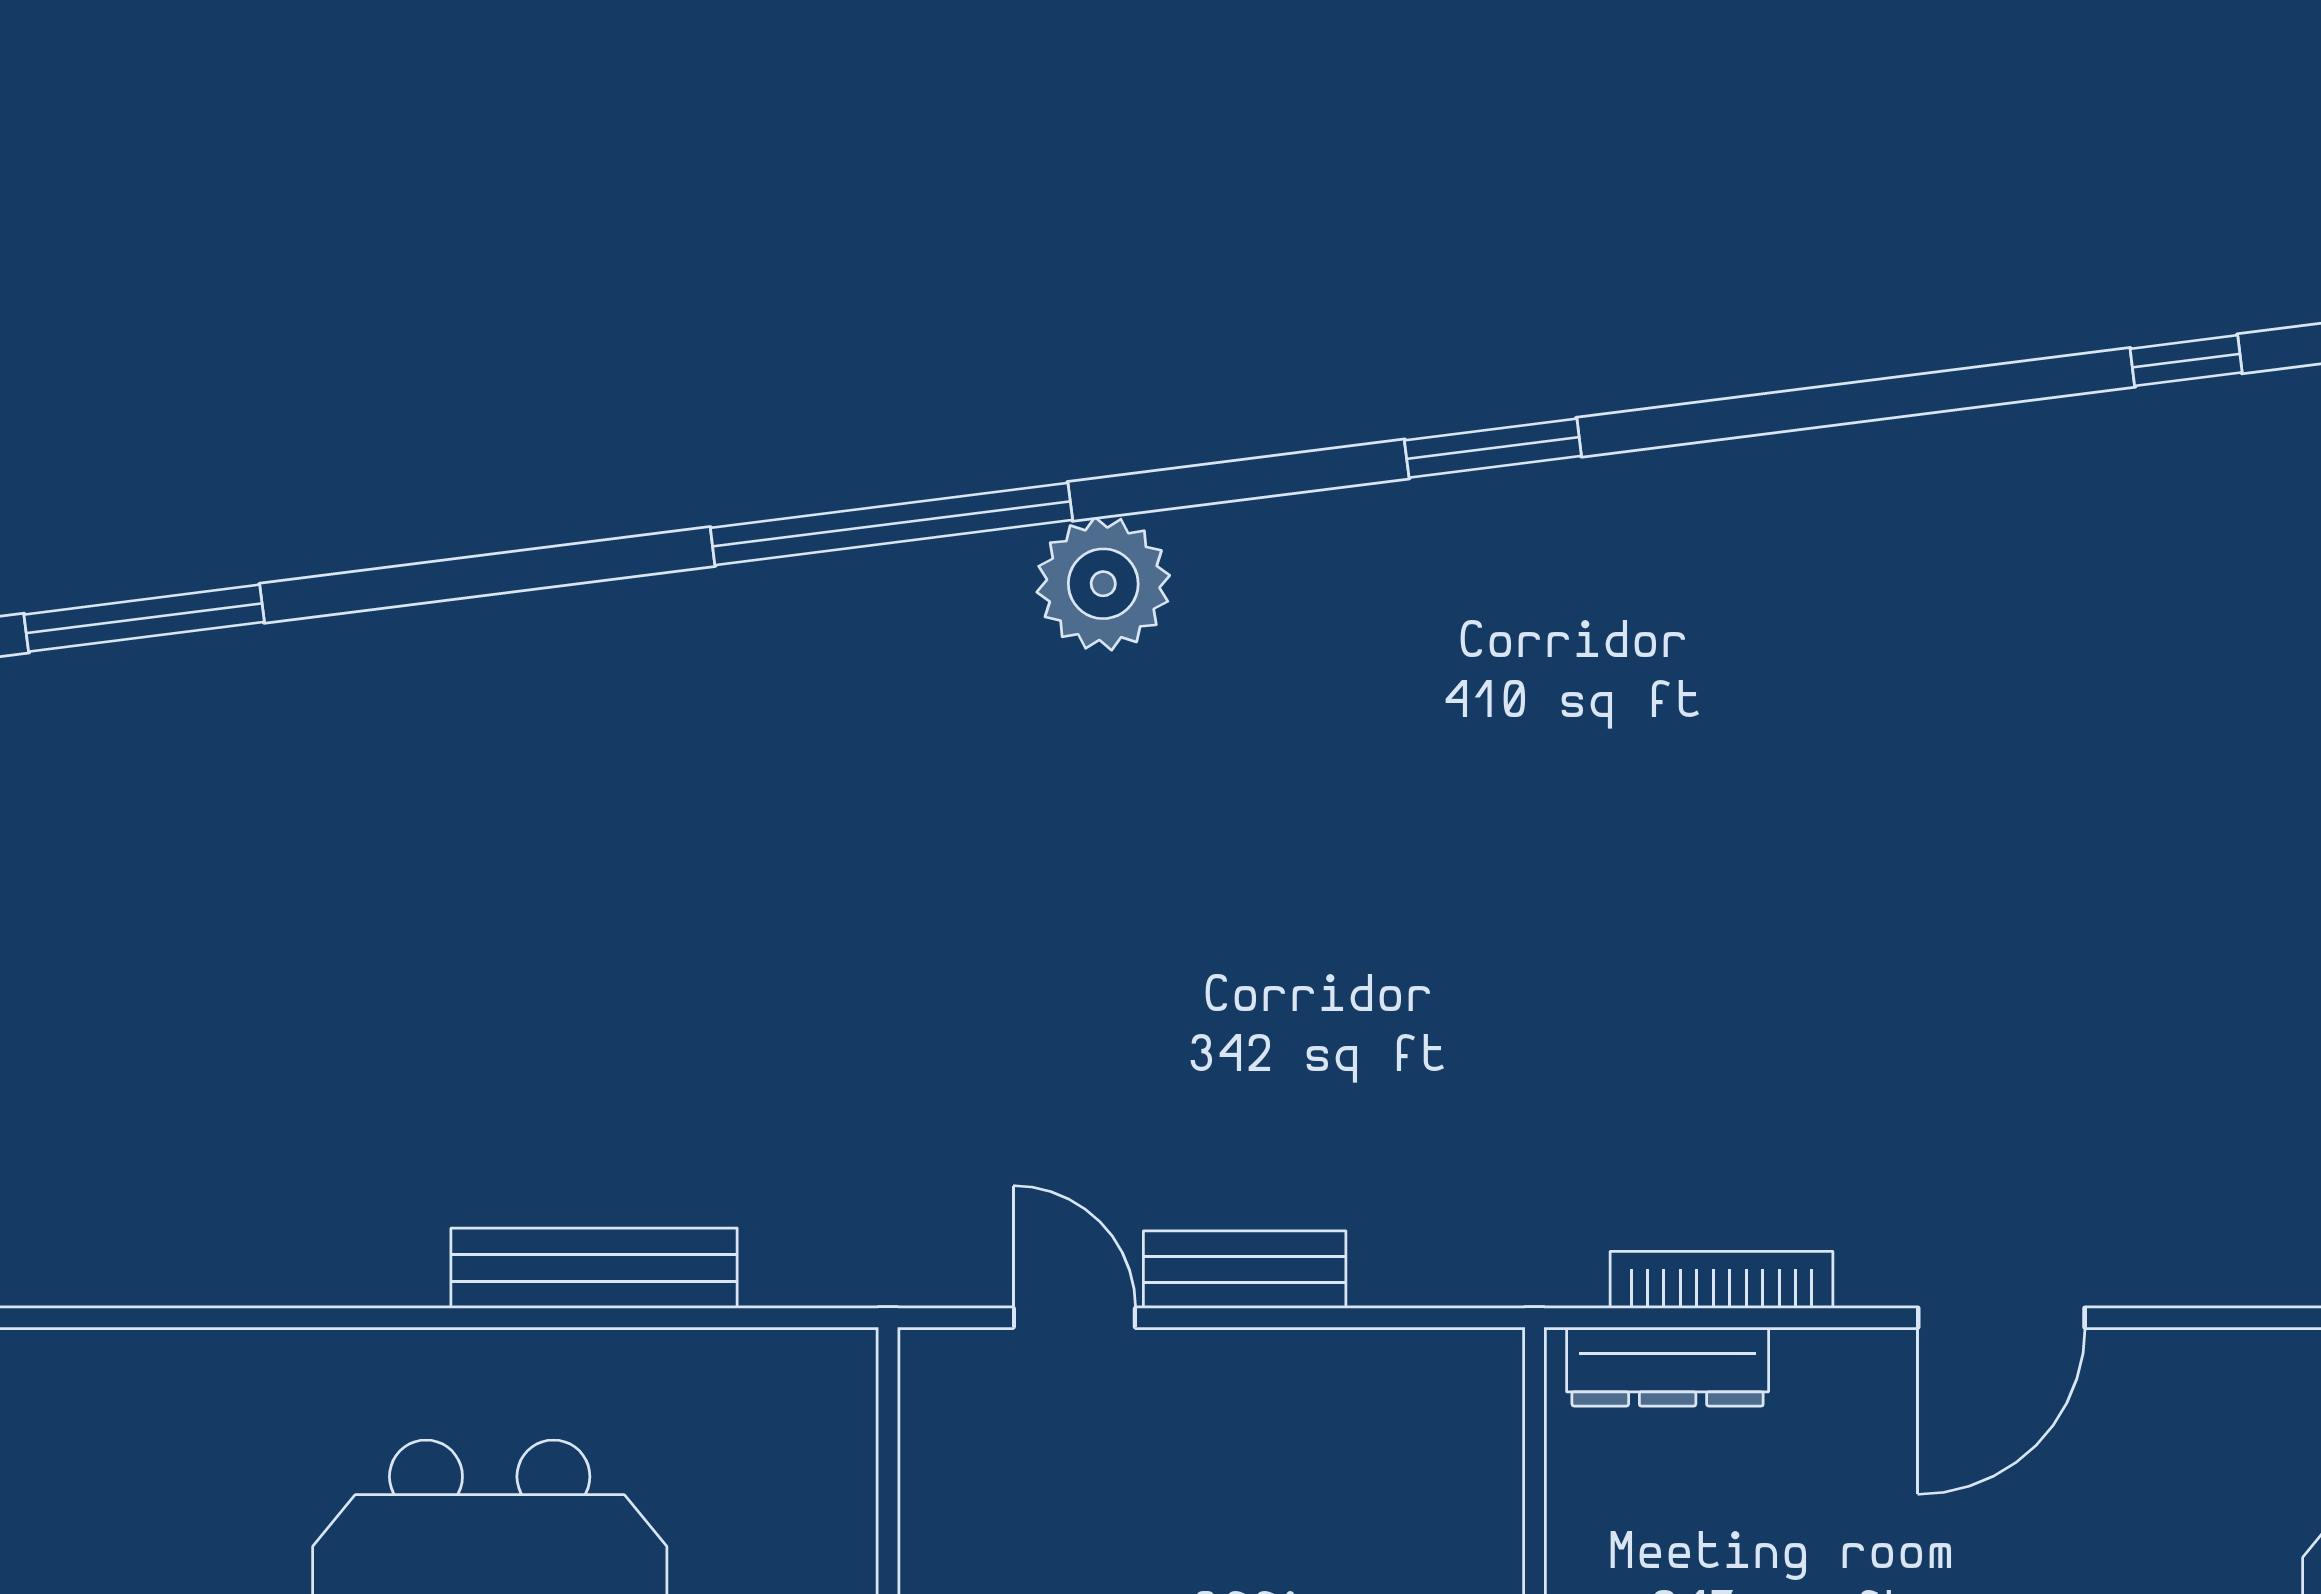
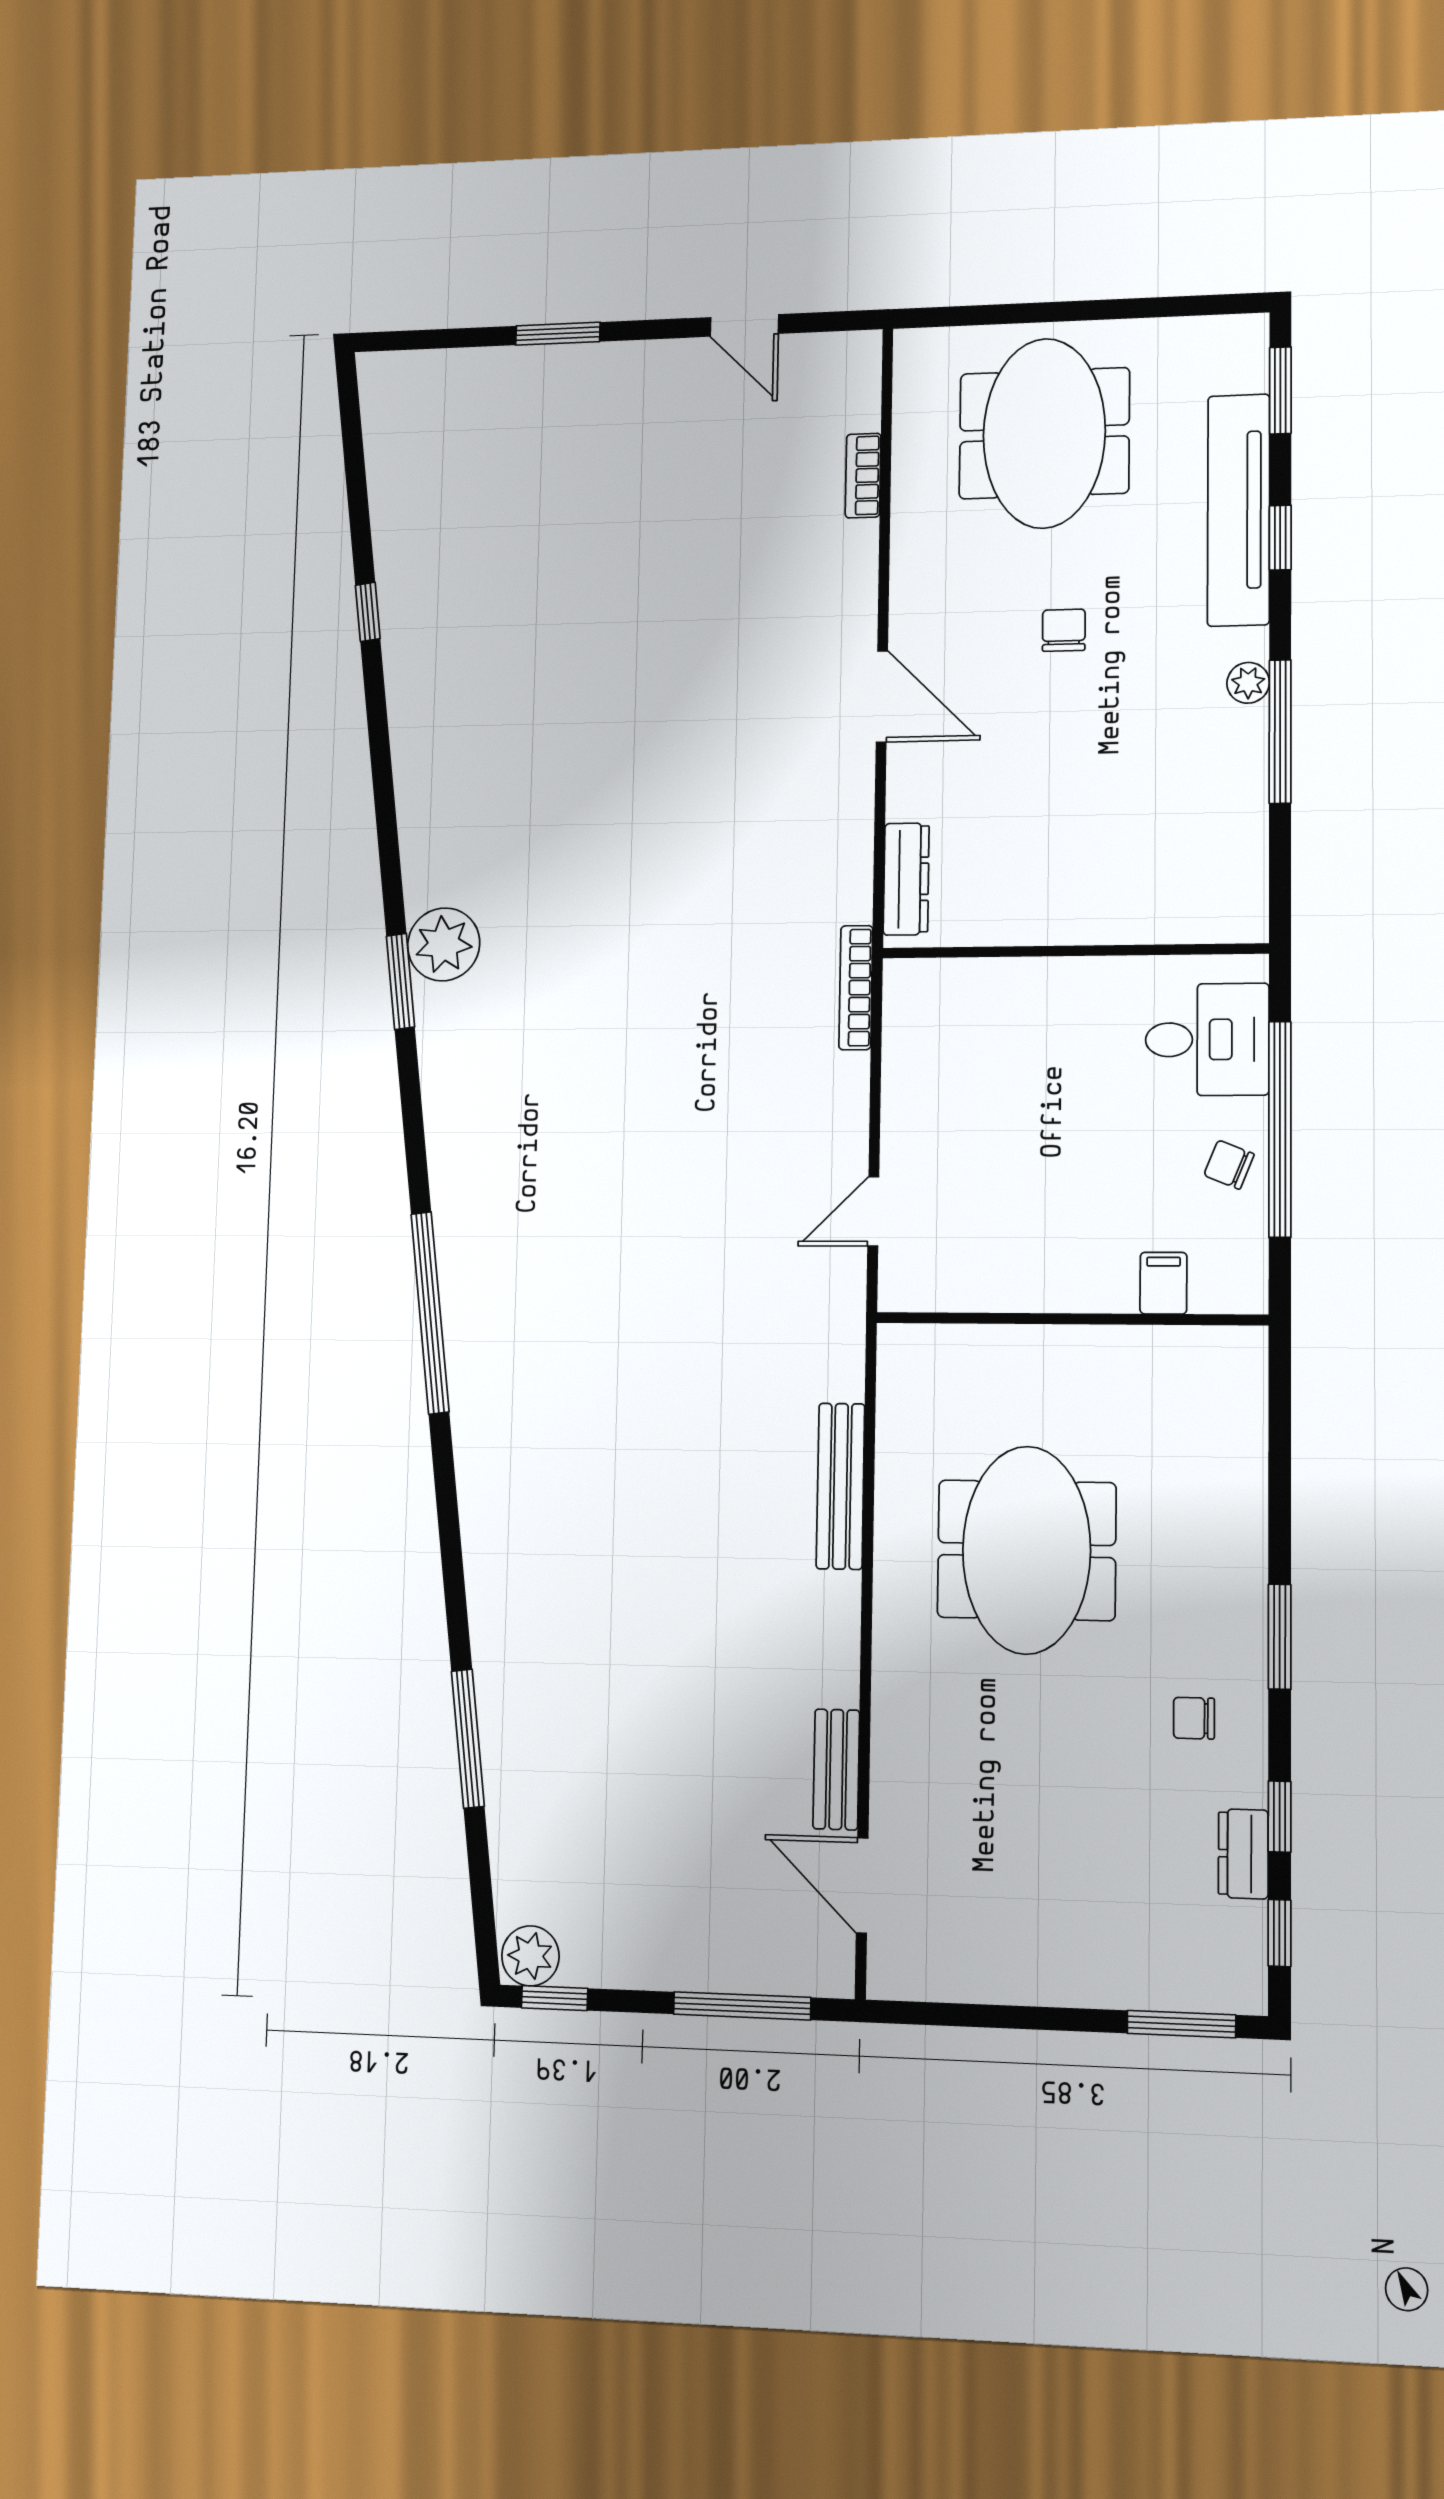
plant: (1103, 584) -> (444, 944), moved
bench: (1245, 1270) -> (836, 1769), moved
bookcase: (1722, 1280) -> (856, 988), moved

